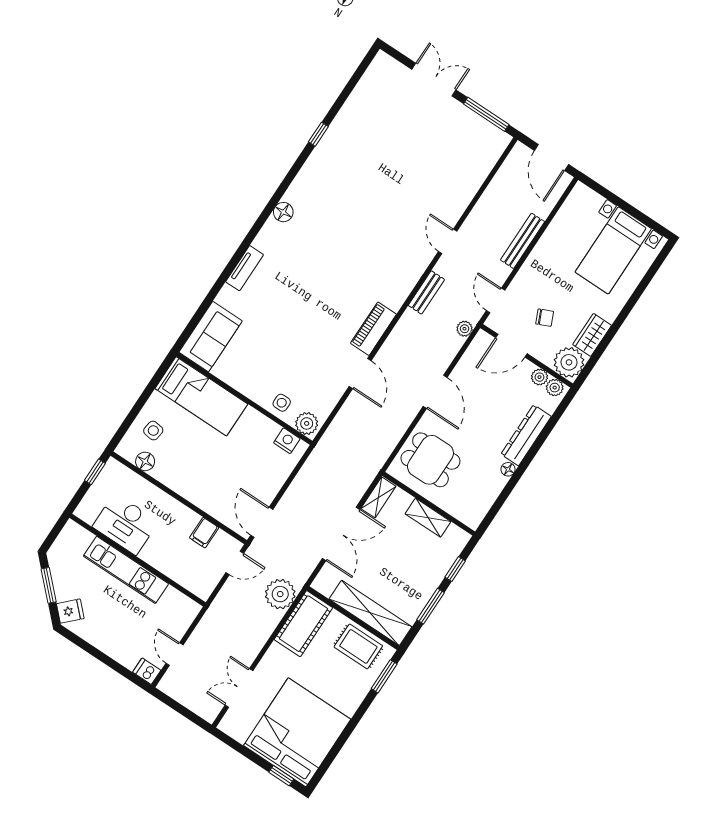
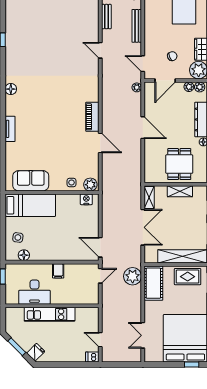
bench: (426, 292) -> (106, 17), moved
sofa: (211, 337) -> (31, 181), moved, turned -90
dining table: (430, 460) -> (179, 164), moved, turned 90
filing cabinet: (204, 533) -> (58, 271), moved

